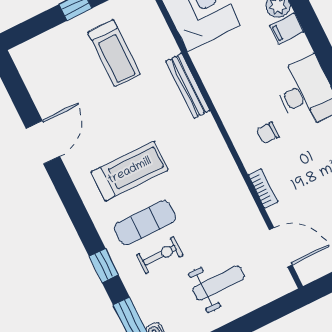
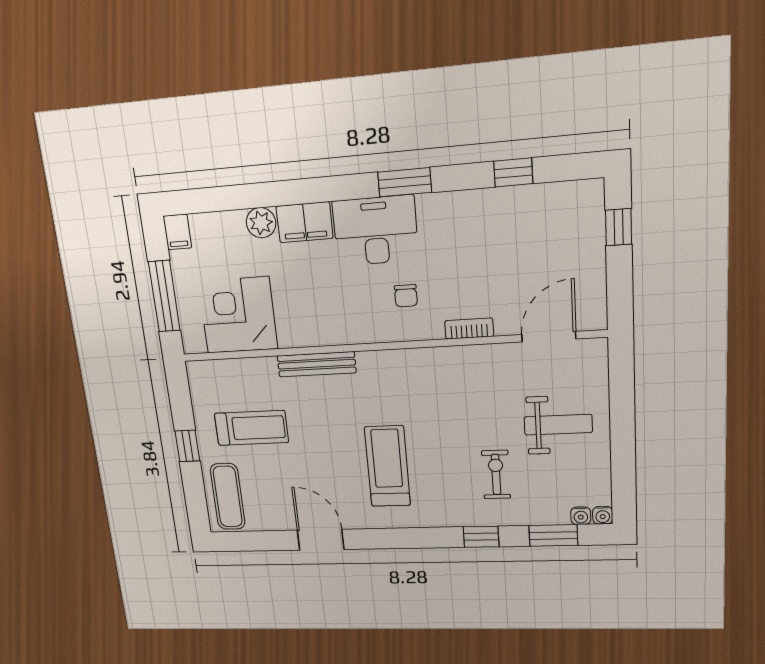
filing cabinet: (287, 29) -> (305, 222), width x2.00
exercise mat: (145, 223) -> (228, 497), moved
weight bench: (219, 283) -> (558, 425), turned 90

